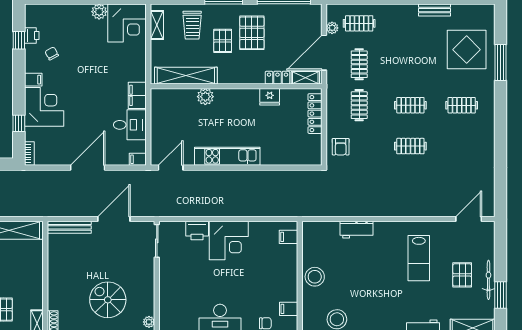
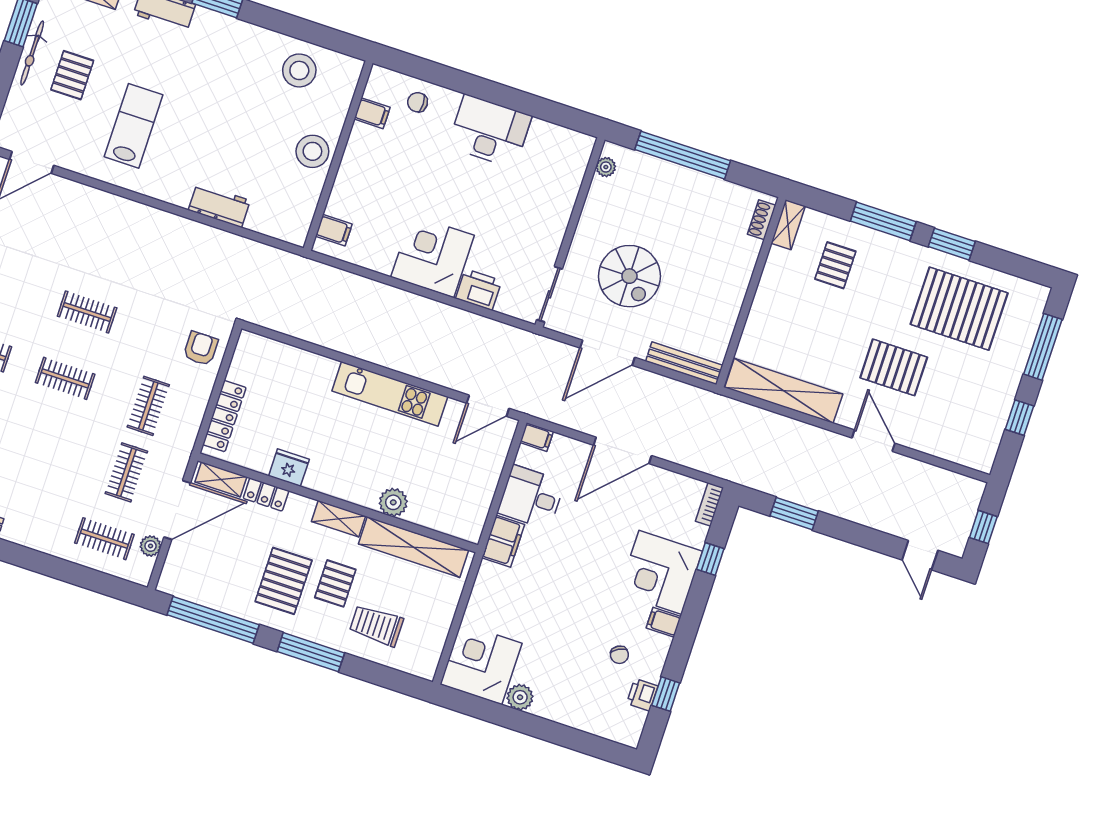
shelving: (157, 25) -> (338, 519), moved, turned 90
trolley: (192, 25) -> (376, 625), turned -90
spiral stairs: (108, 300) -> (629, 276), moved

